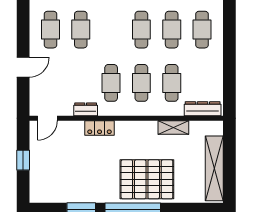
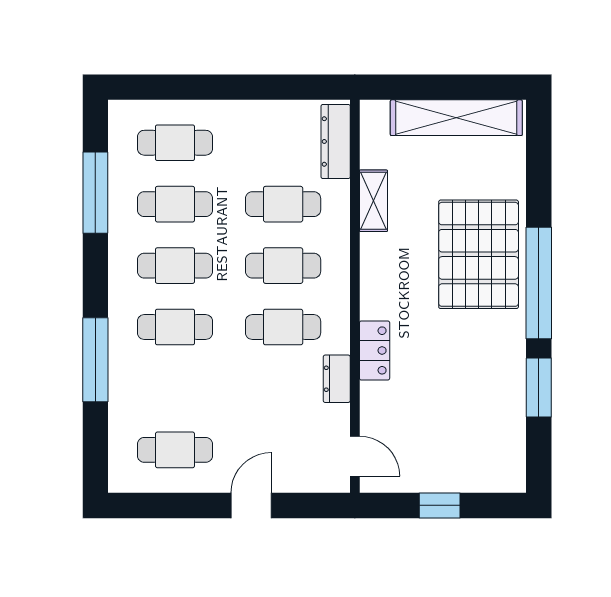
cafe table: (81, 30) -> (175, 327), moved
door: (23, 67) -> (251, 505), hinge flipped

